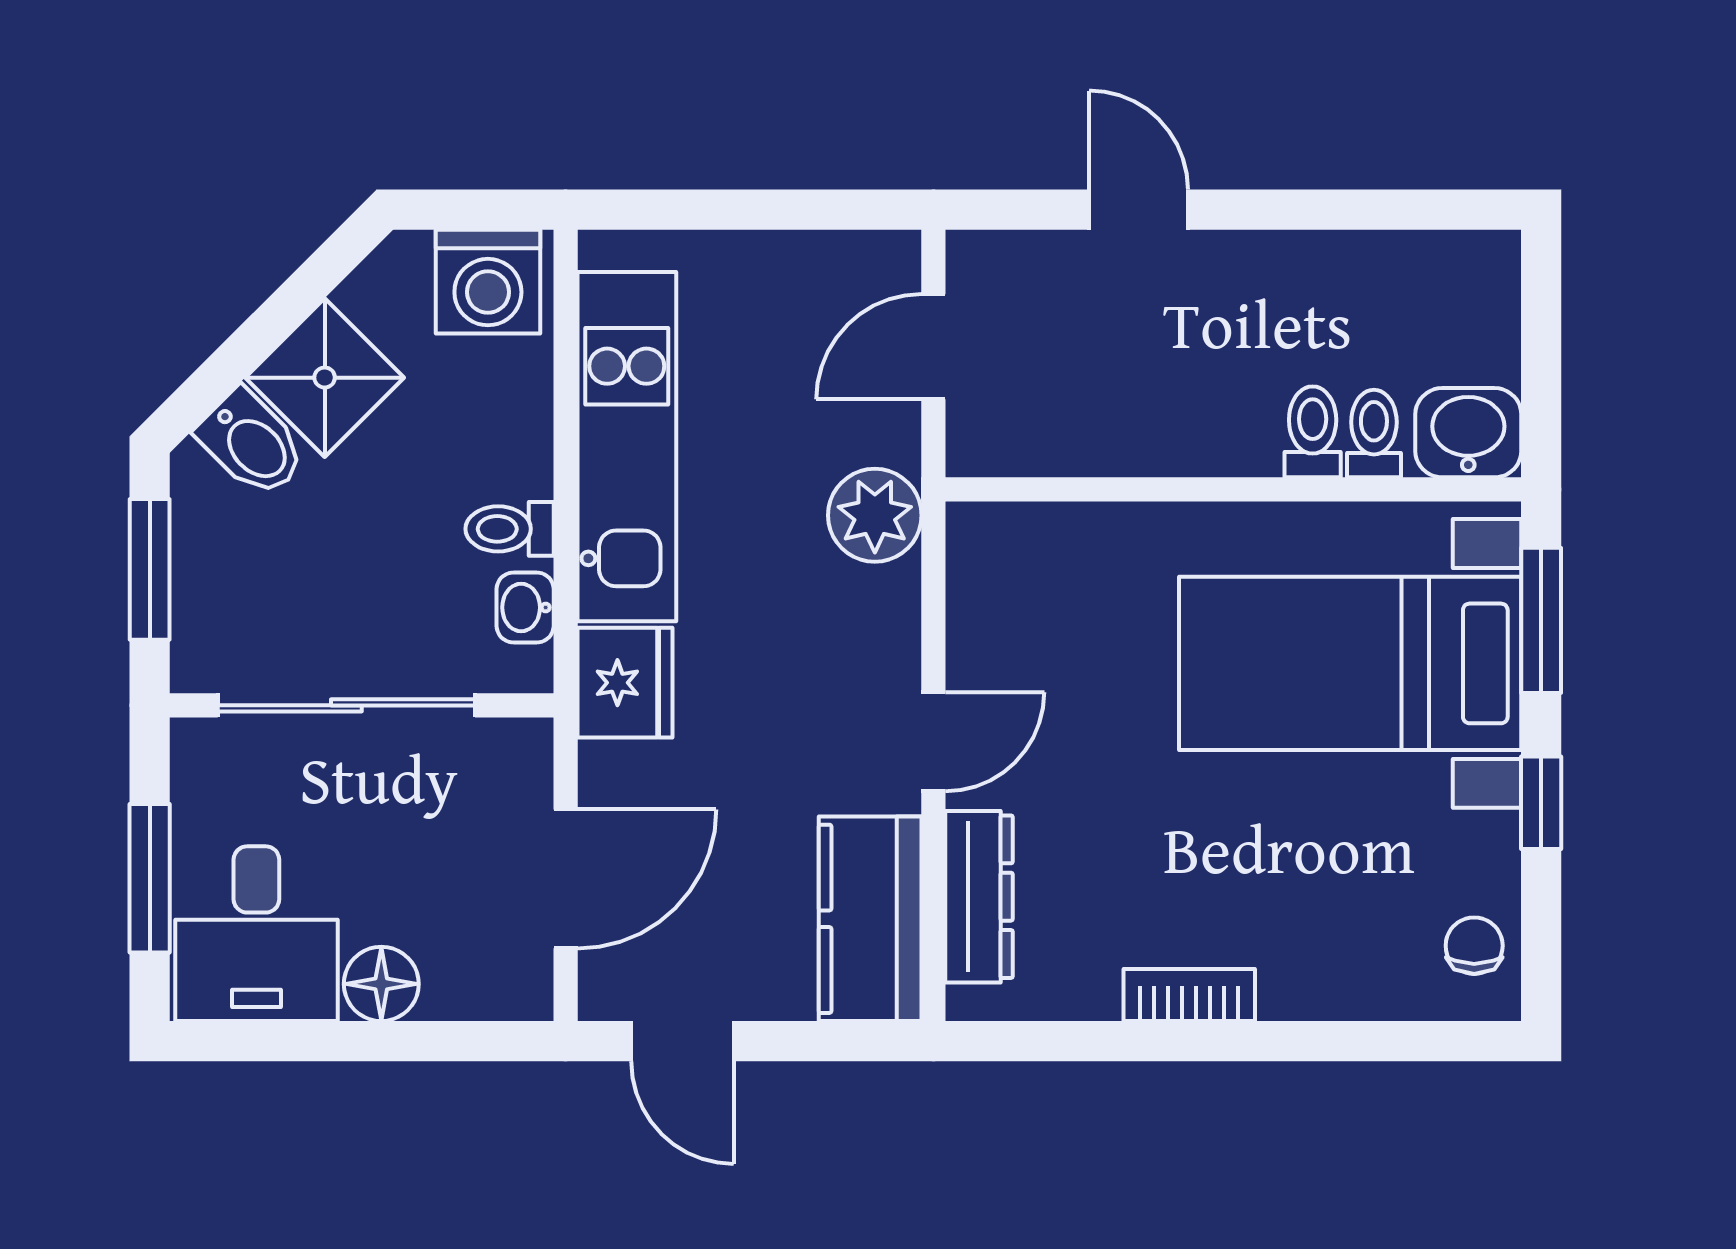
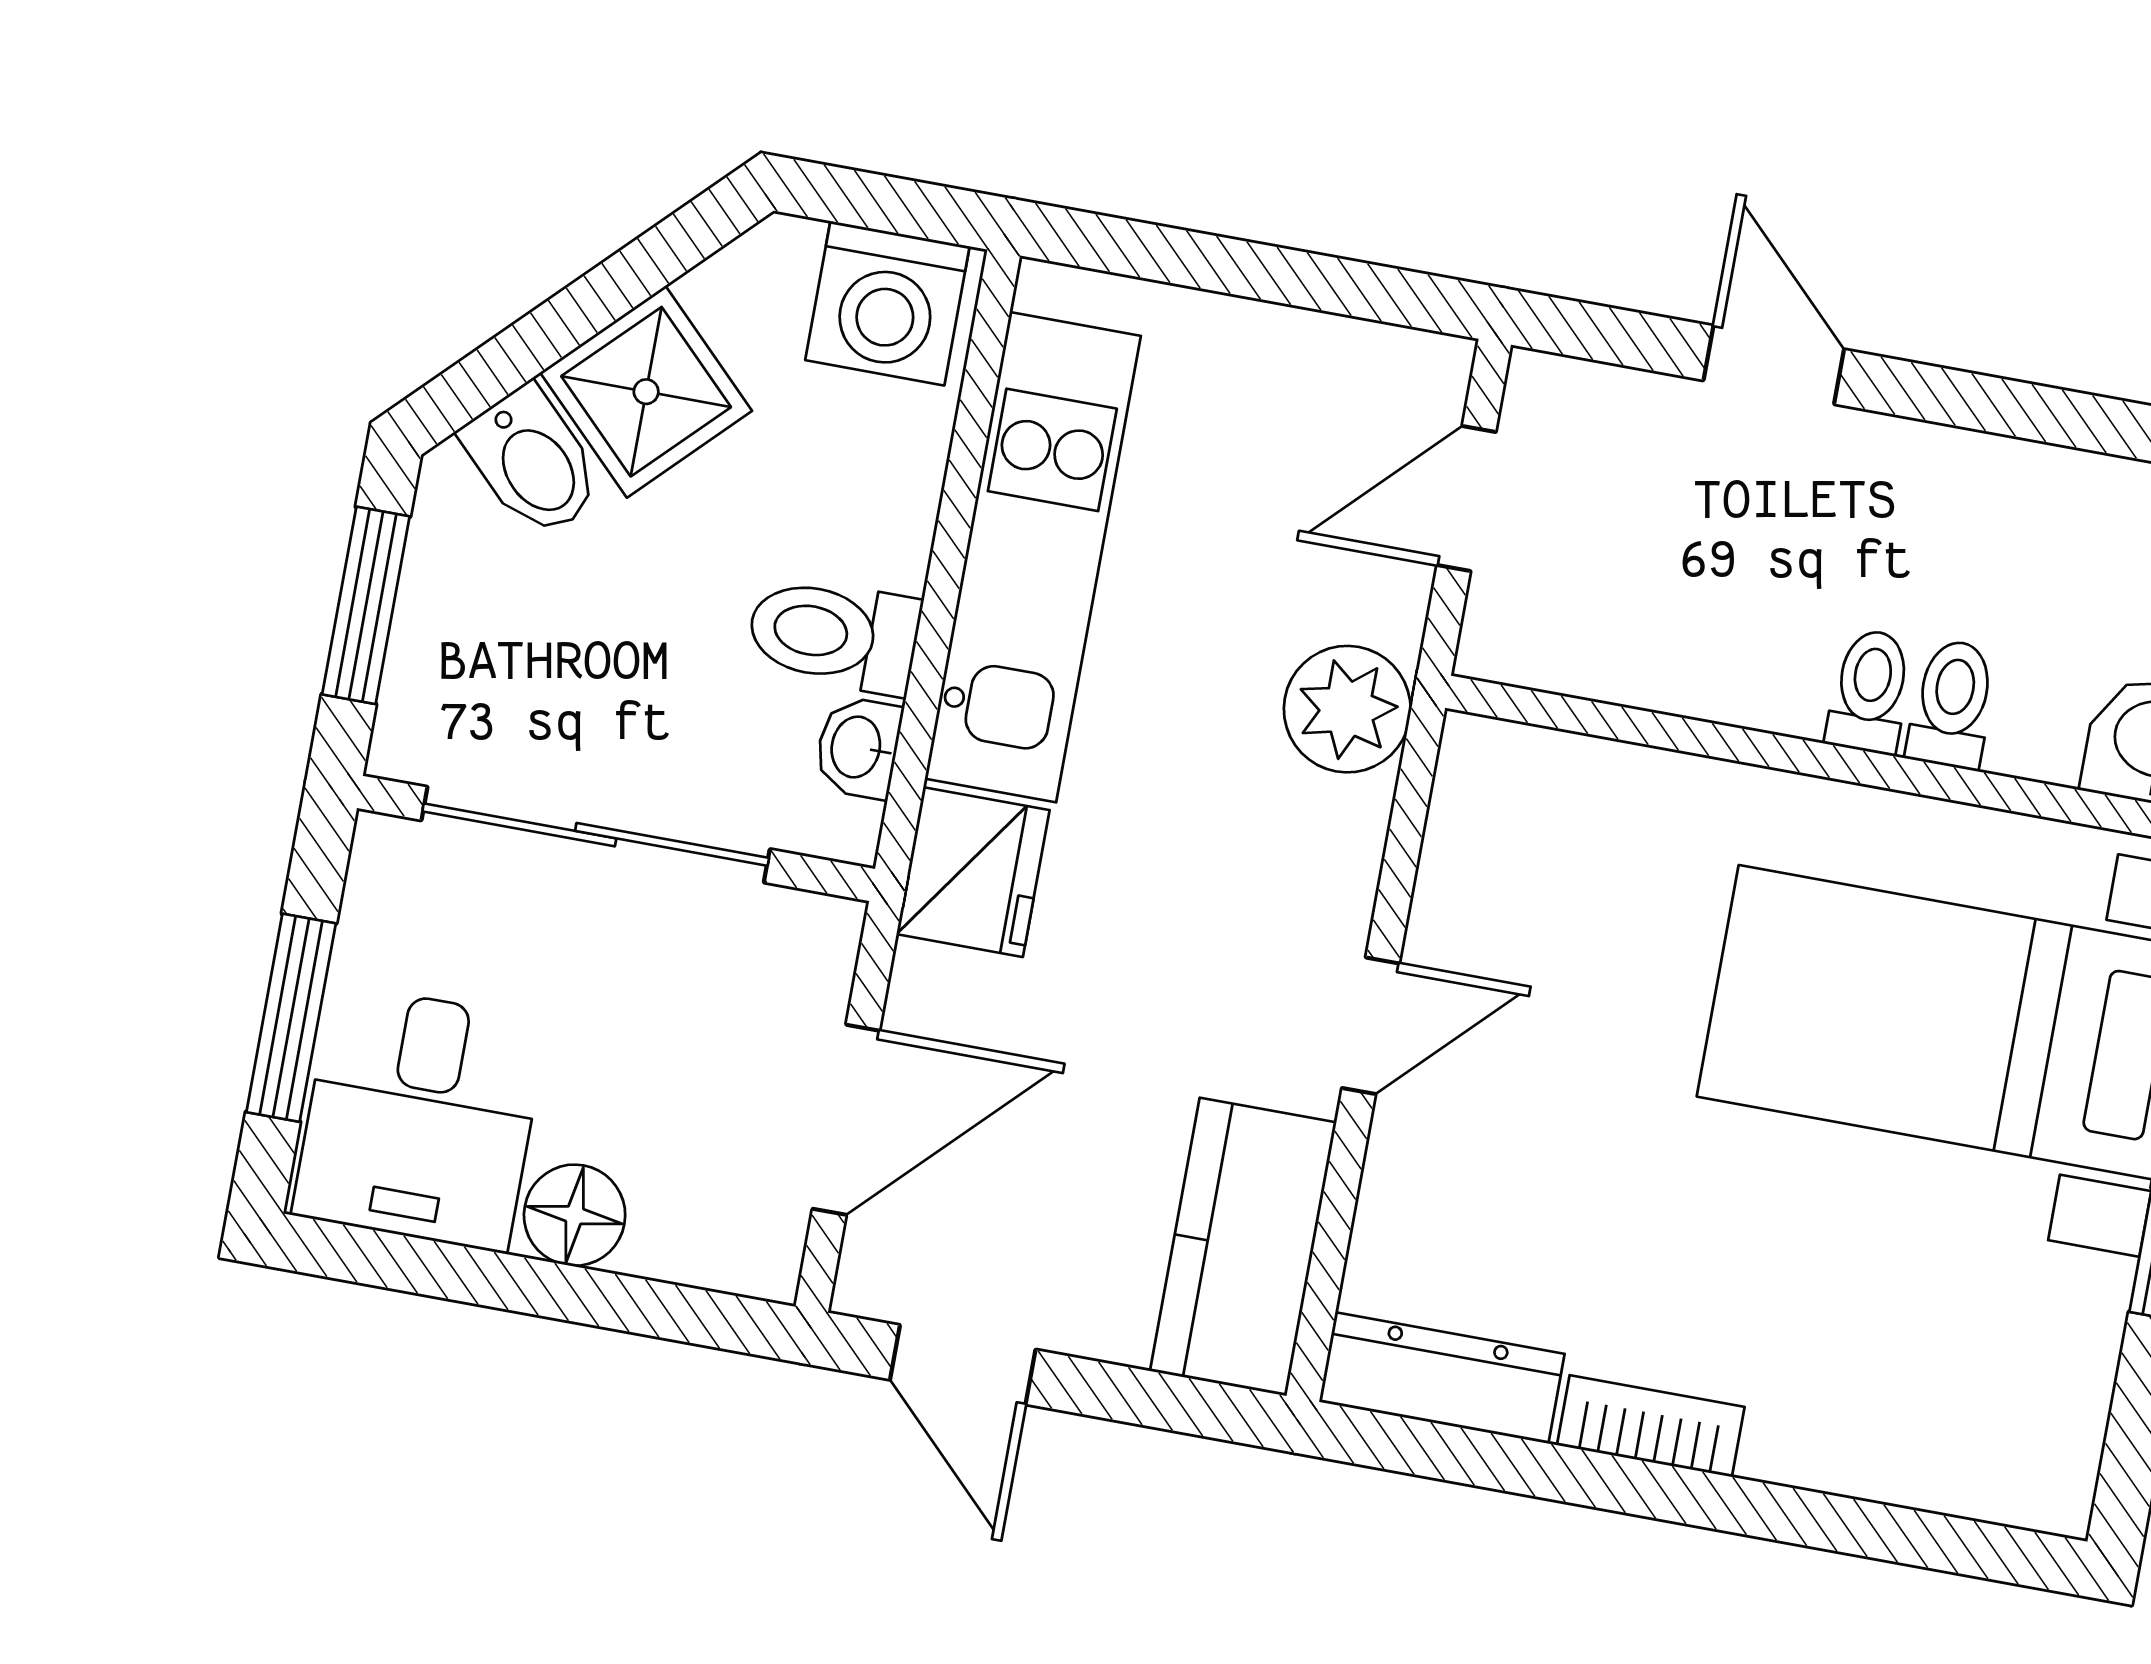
toilet: (1374, 434) -> (1870, 691), moved
toilet: (510, 529) -> (834, 635), width x1.37, depth x1.39
dresser: (979, 897) -> (1442, 1378), moved, turned -90
chair: (1474, 946) -> (2043, 1429), removed

